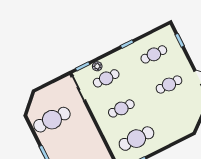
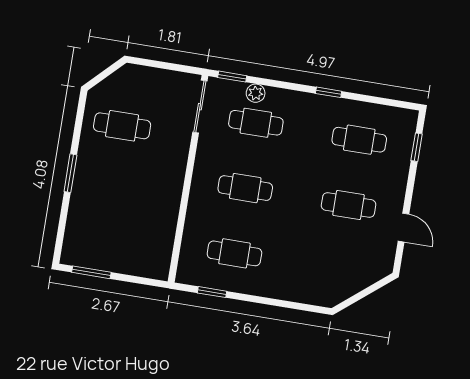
cafe table: (52, 120) -> (122, 126), width x0.73, depth x0.74
cafe table: (136, 139) -> (234, 253), width x0.73, depth x0.74

